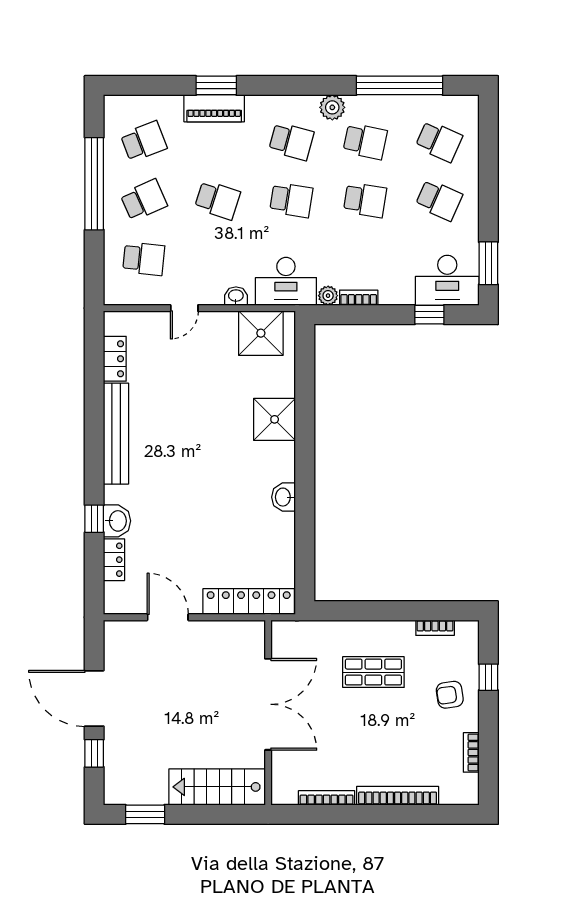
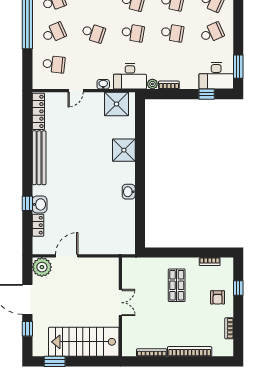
school desk: (439, 200) -> (212, 33), turned -48
locker: (115, 359) -> (38, 111), width x1.53
locker: (249, 602) -> (110, 248), removed
door: (168, 617) -> (67, 256), hinge flipped
plant: (121, 638) -> (42, 267), added
shop shelf: (373, 672) -> (177, 285), turned 90
armchair: (450, 695) -> (218, 297), turned -82
double door: (268, 704) -> (120, 303), width x0.54
stairs: (217, 787) -> (84, 342), width x1.36, depth x1.51

